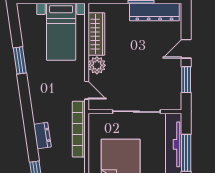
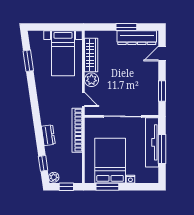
door: (186, 49) -> (162, 54), moved
window: (20, 60) -> (28, 61), moved

